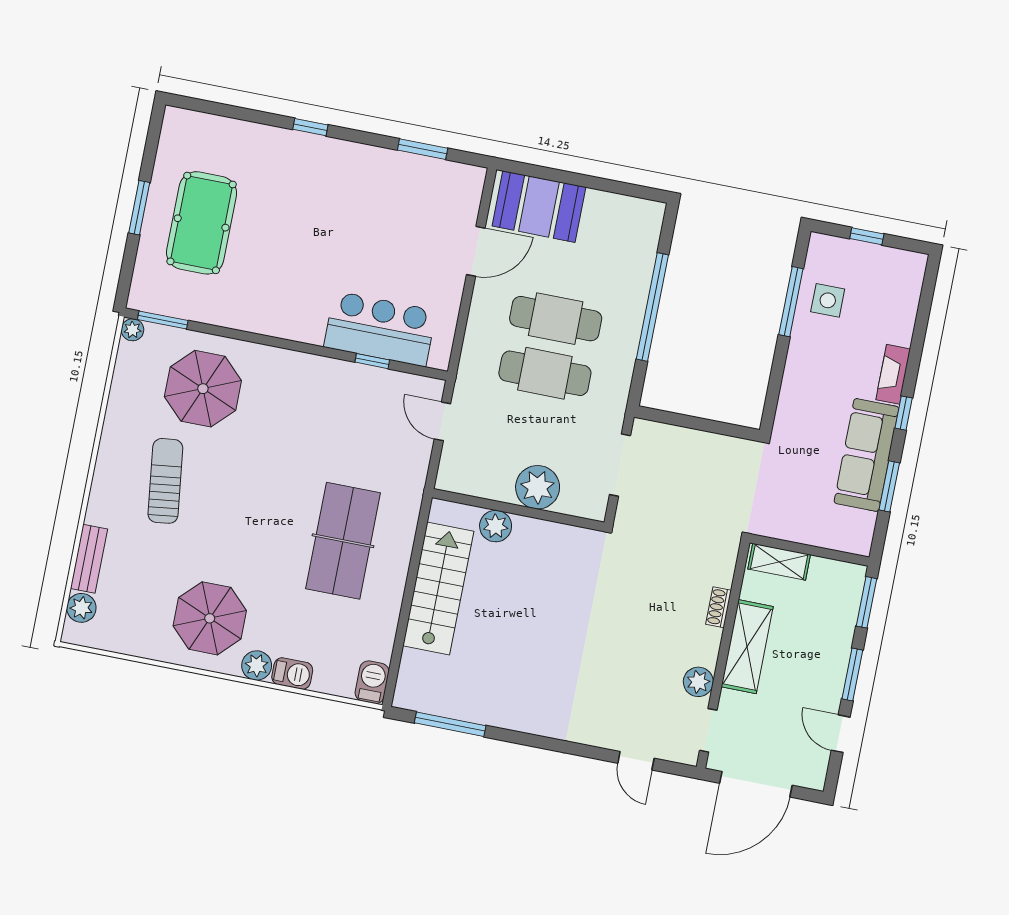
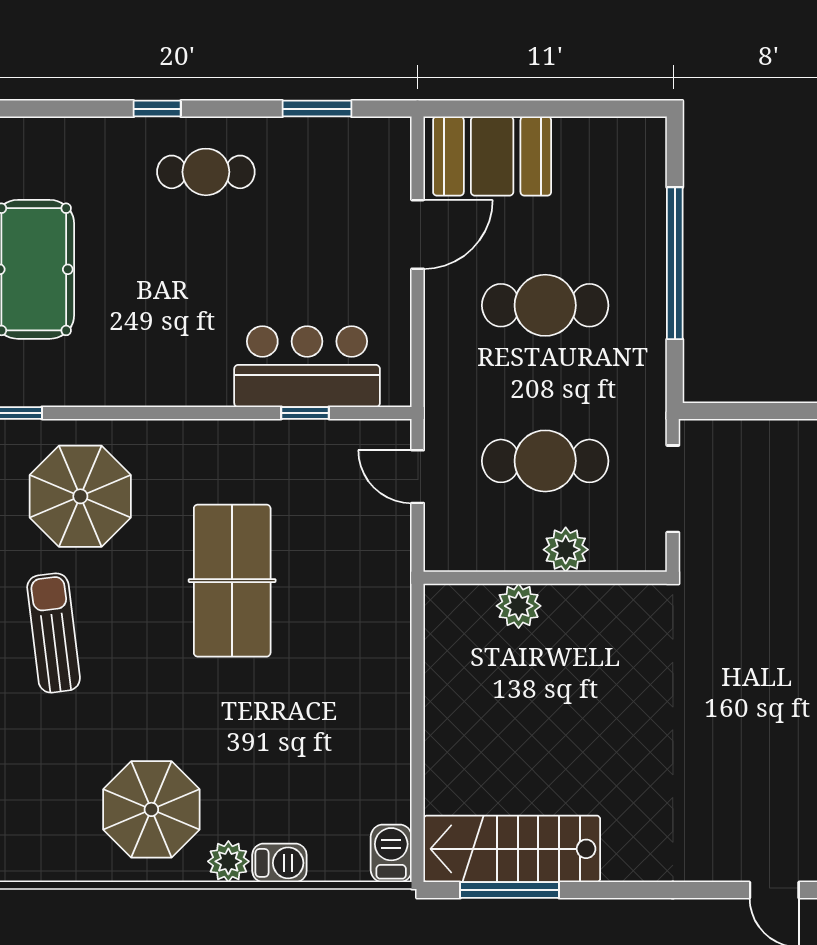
cafe table: (336, 178) -> (206, 172), added
cafe table: (545, 373) -> (545, 461), moved
plant: (538, 487) -> (566, 550), width x0.73, depth x0.73
table tennis table: (343, 541) -> (232, 581), moved
stairs: (438, 588) -> (512, 849), moved, turned -90

